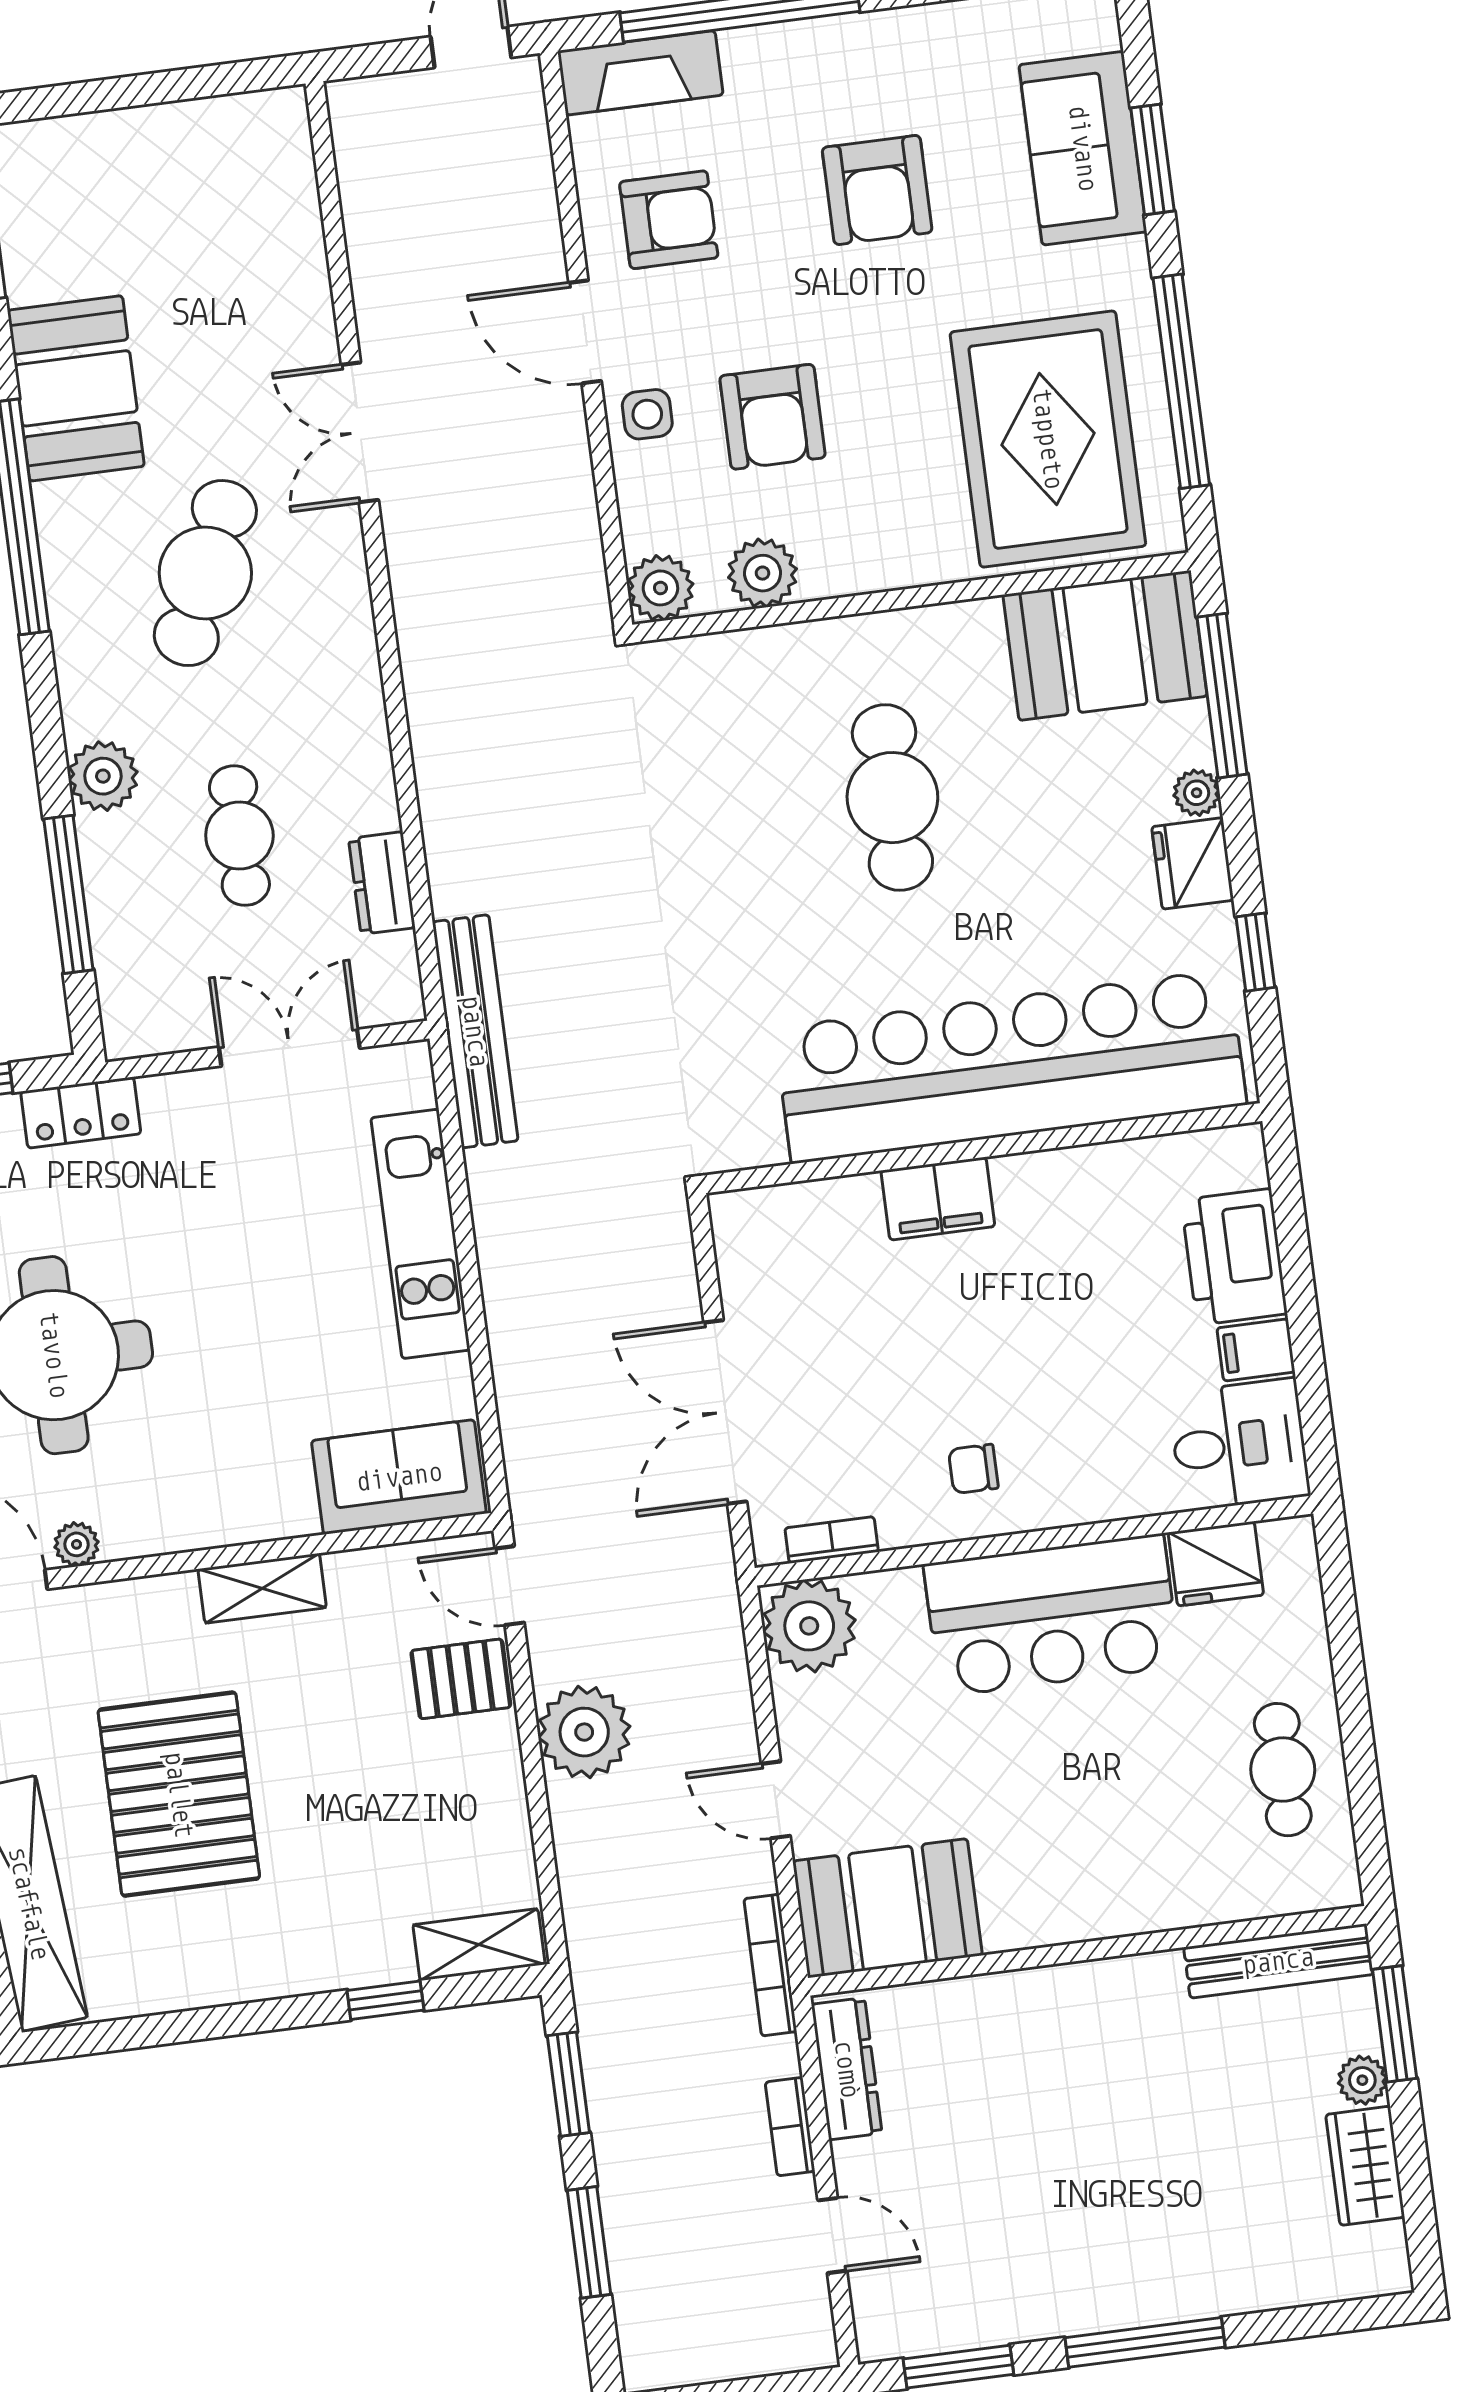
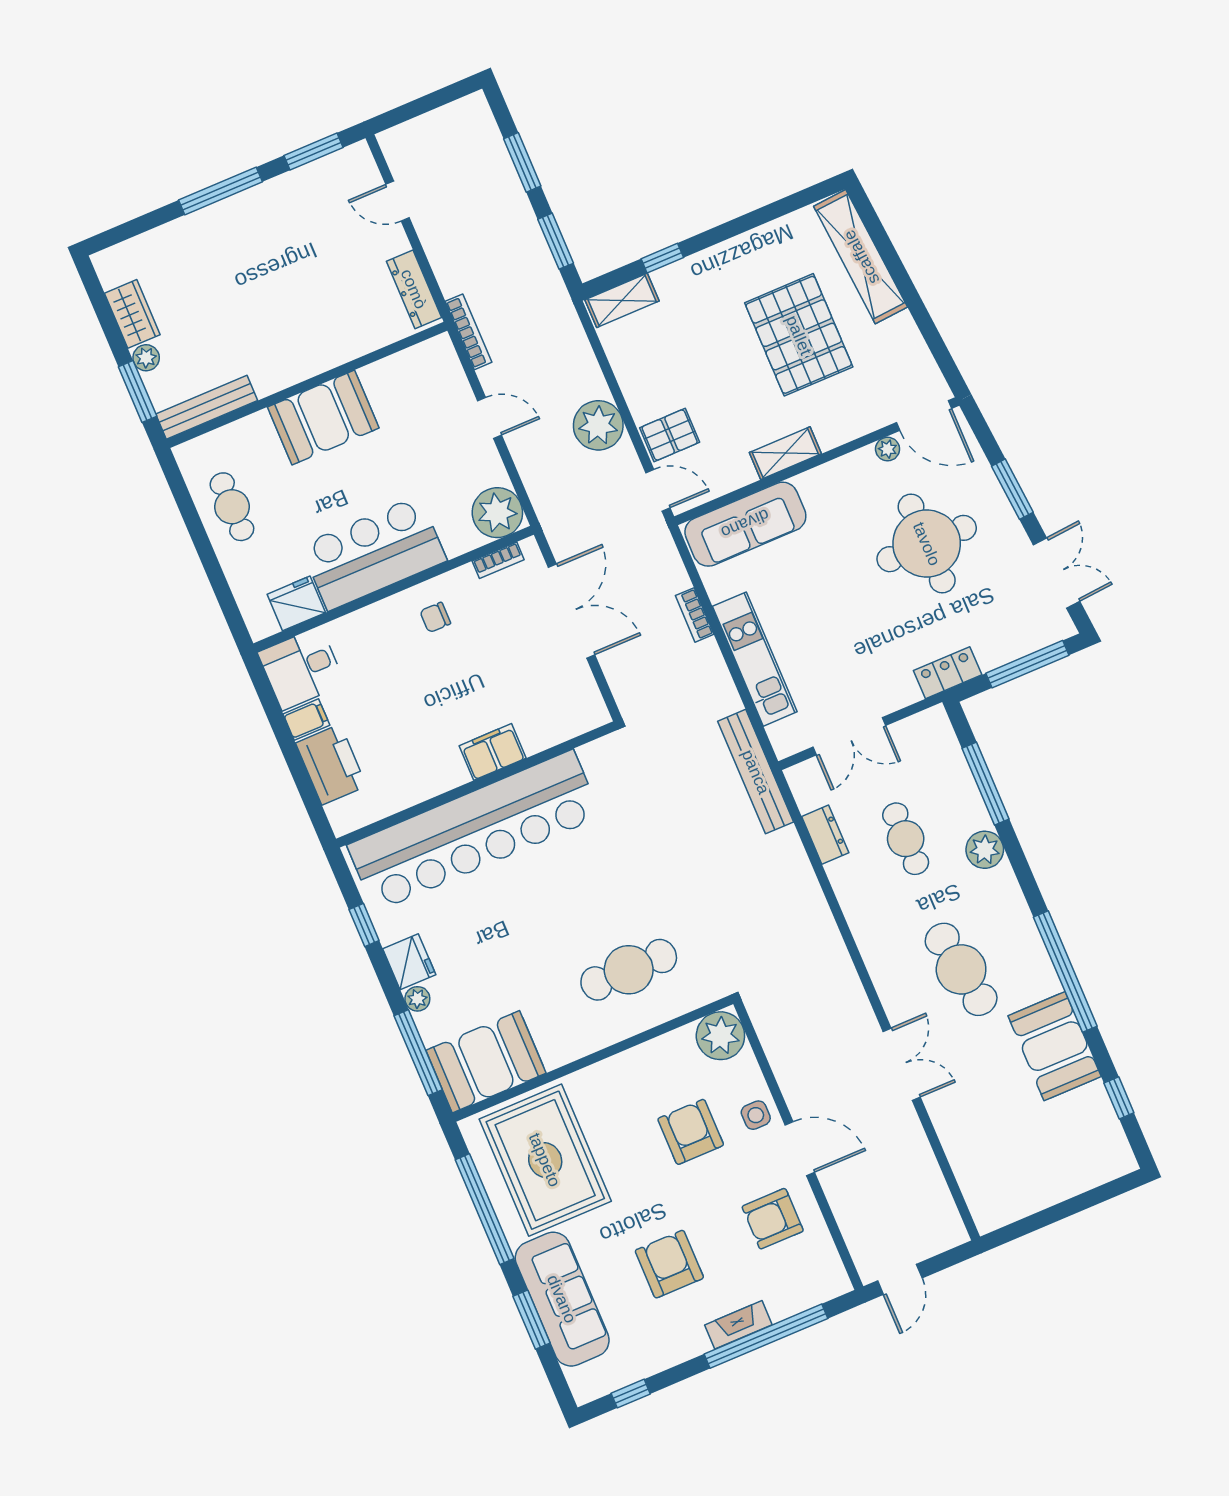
fireplace: (640, 73) -> (738, 1325), moved, width x0.73, depth x0.76
sofa: (1083, 148) -> (562, 1299), width x1.36
cafe table: (205, 573) -> (961, 969), turned -33
plant: (763, 573) -> (673, 1050), removed
plant: (660, 588) -> (720, 1036), width x1.36, depth x1.36
cafe table: (892, 798) -> (629, 970), moved, turned 90
chair: (973, 1469) -> (435, 617), turned 180
sofa: (399, 1477) -> (745, 524), width x1.36
booth: (887, 1908) -> (323, 418), moved
bookcase: (790, 2127) -> (695, 615), moved, turned 180

